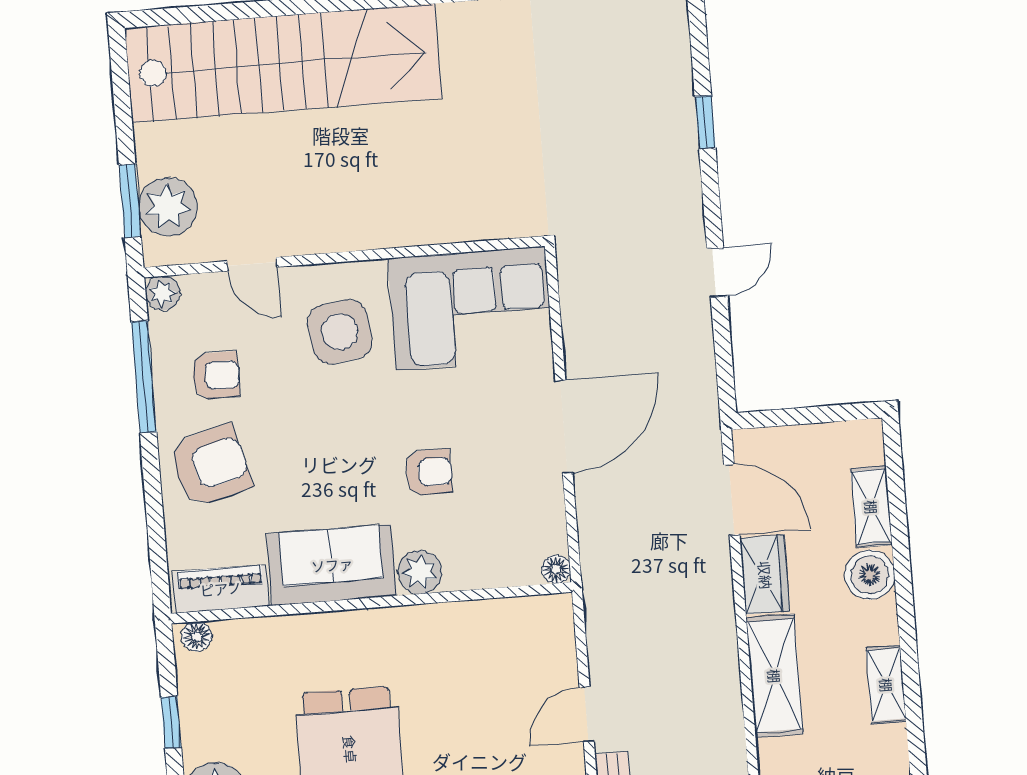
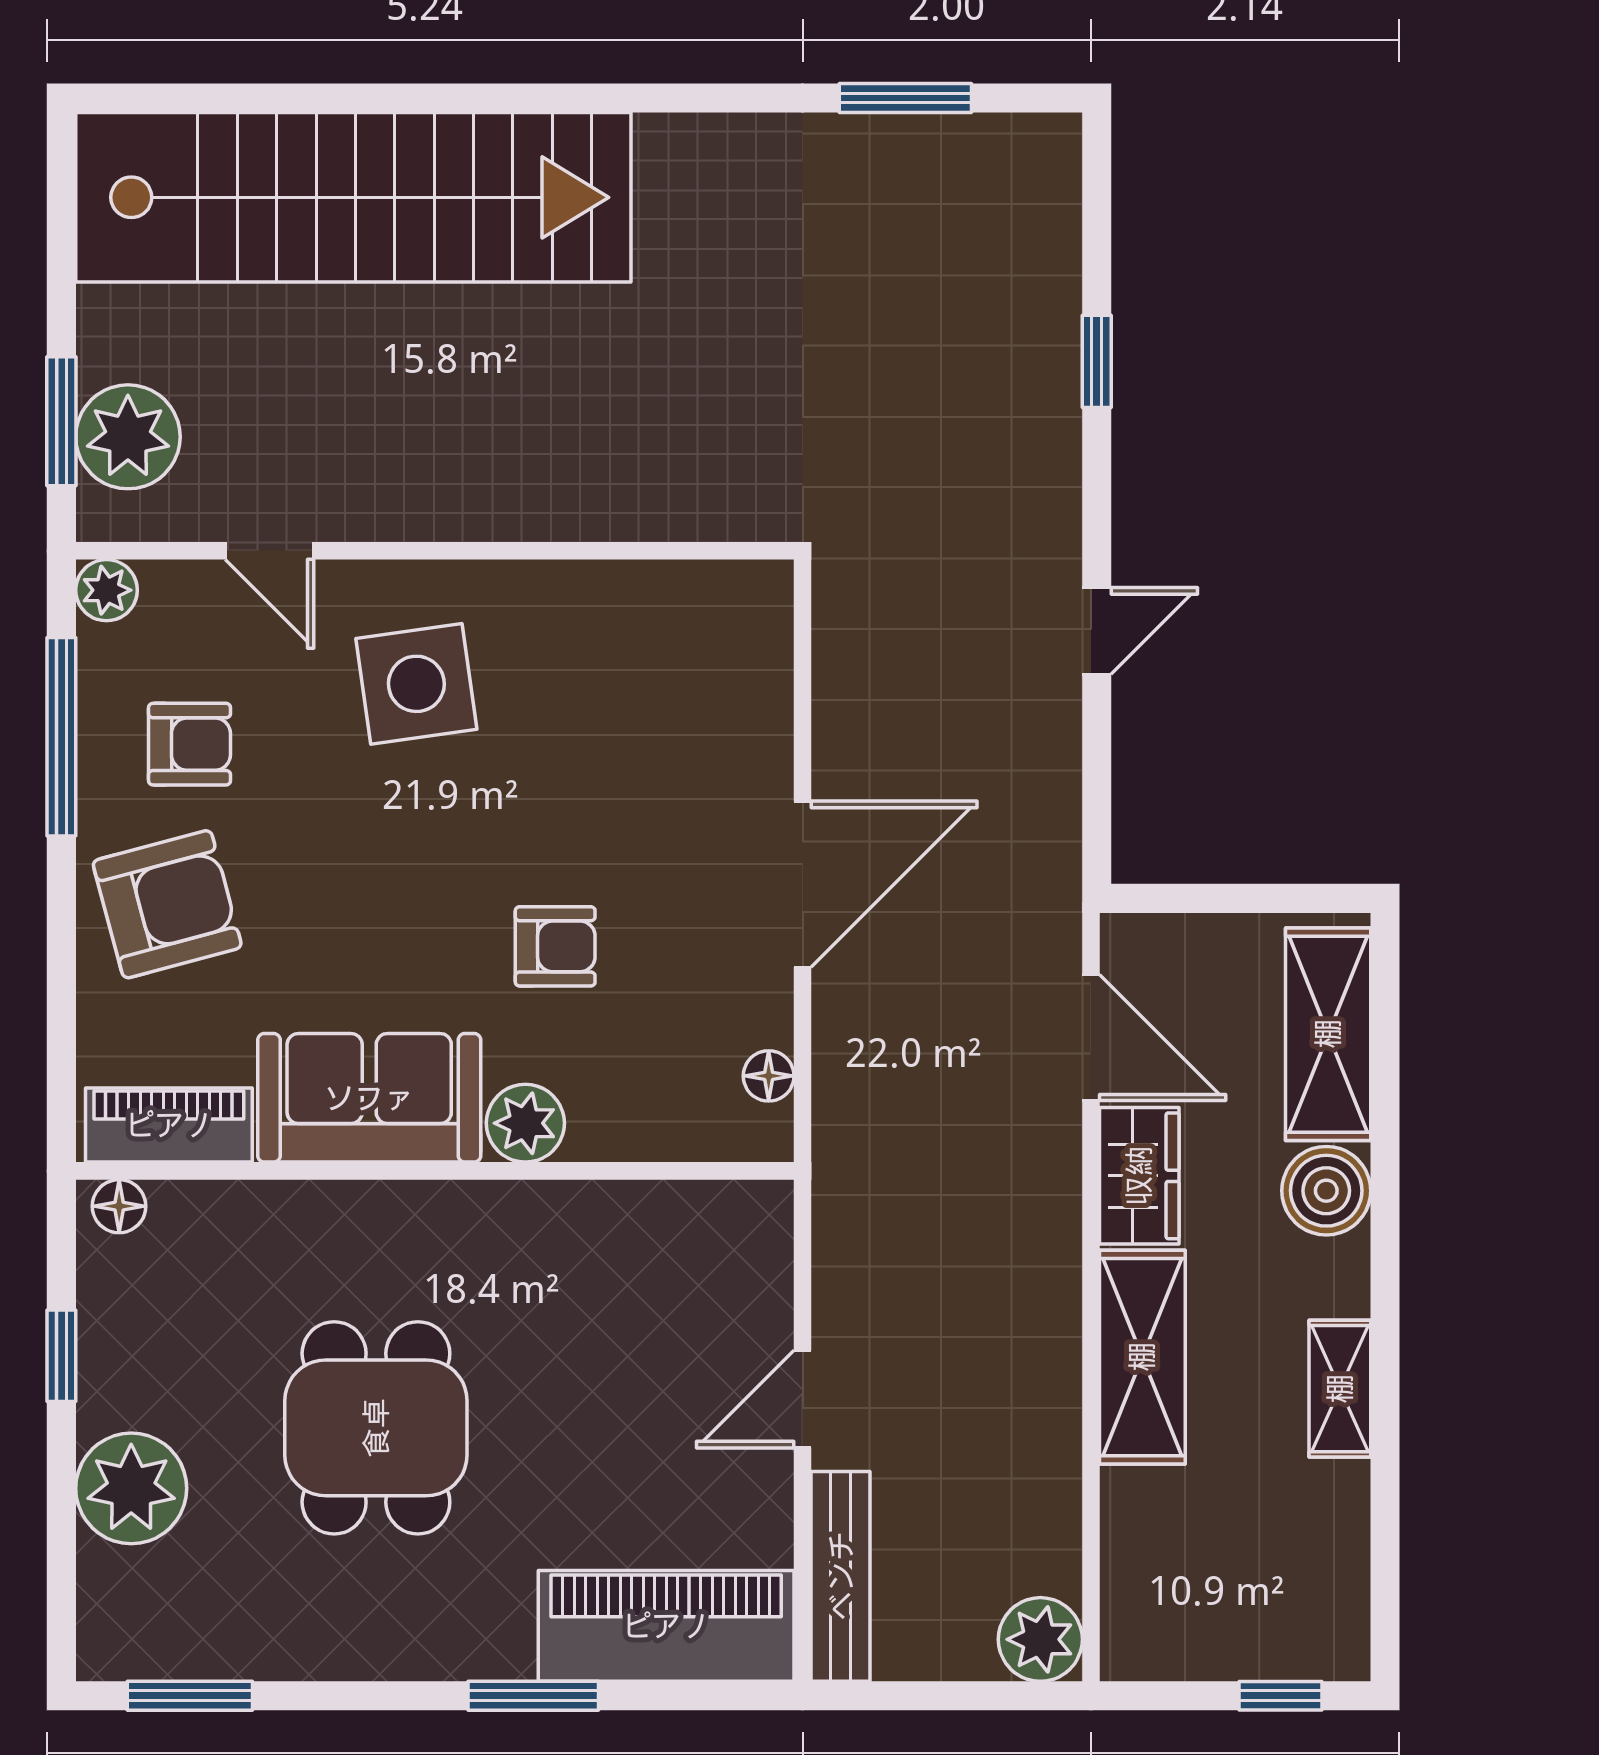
corner sofa: (471, 308) -> (653, 660), removed
shelving: (871, 507) -> (1328, 1034), width x1.50, depth x1.33
floor lamp: (556, 569) -> (769, 1076), moved

